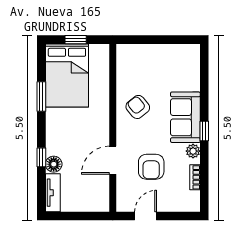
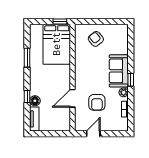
window: (76, 40) -> (60, 21), moved
bed: (67, 75) -> (57, 44), moved
armchair: (138, 107) -> (96, 39), moved

